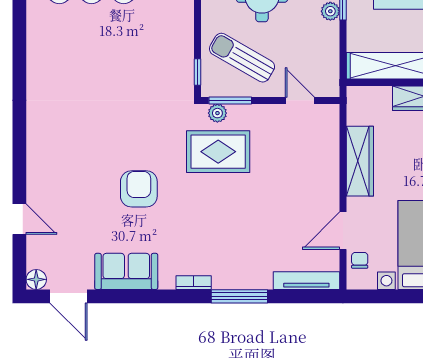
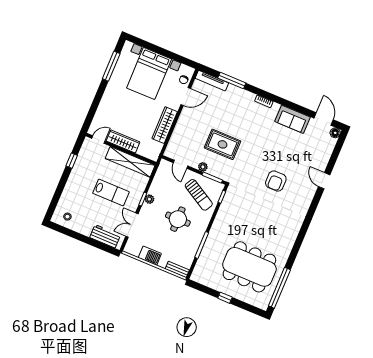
plant: (217, 113) -> (203, 167), moved
rug: (218, 152) -> (222, 144), moved
armchair: (139, 189) -> (276, 181), moved
door: (19, 219) -> (324, 181), moved
window: (239, 296) -> (232, 81), moved

